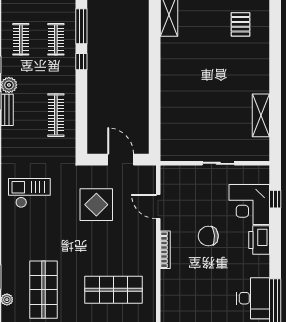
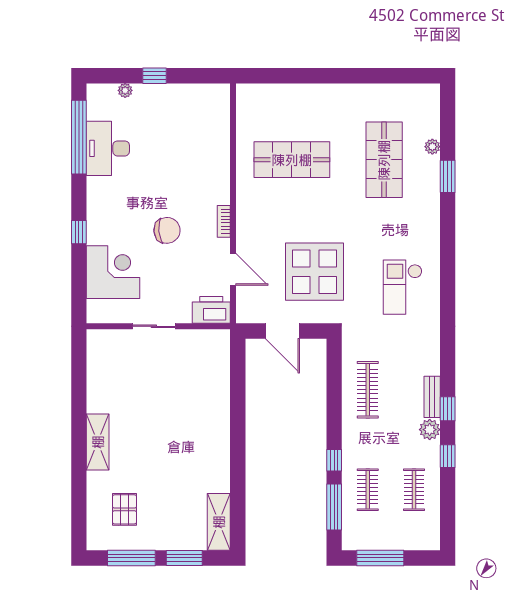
shelving: (261, 115) -> (98, 442), moved
checkout: (29, 193) -> (403, 287), turned 90
window: (275, 199) -> (79, 232), moved
display table: (96, 205) -> (315, 272), width x1.36, depth x1.36
printer: (259, 240) -> (211, 310), moved, turned -90
bookcase: (165, 250) -> (224, 221), width x0.64

